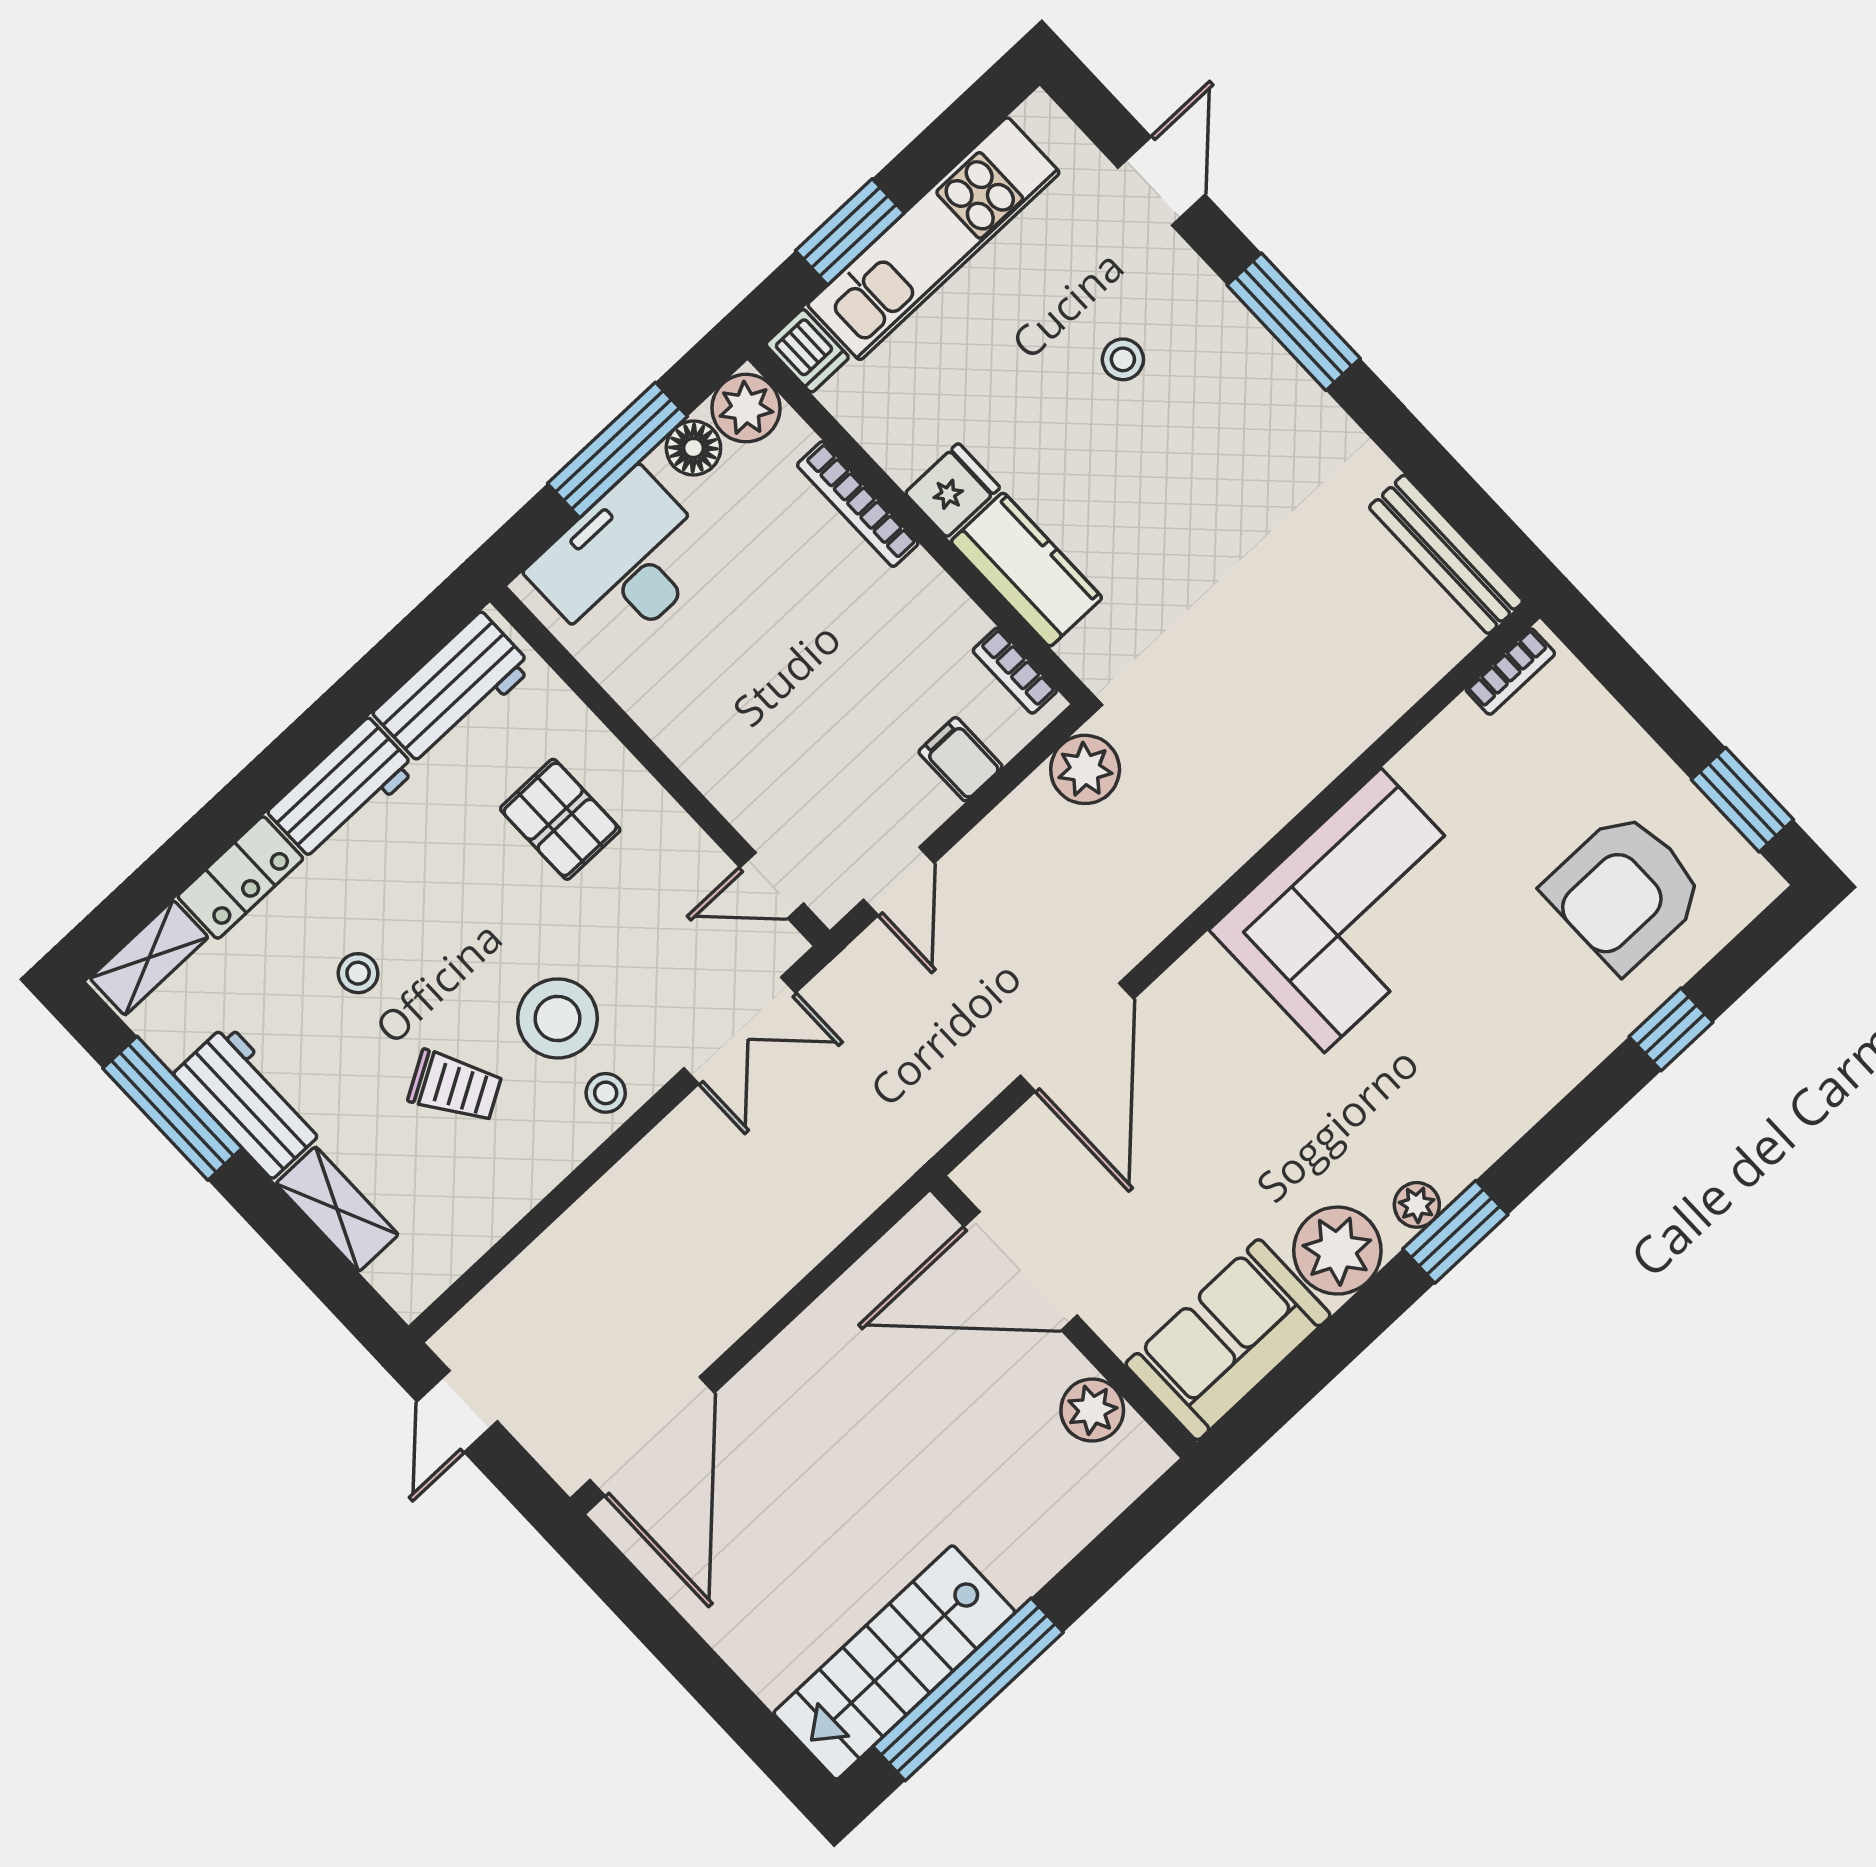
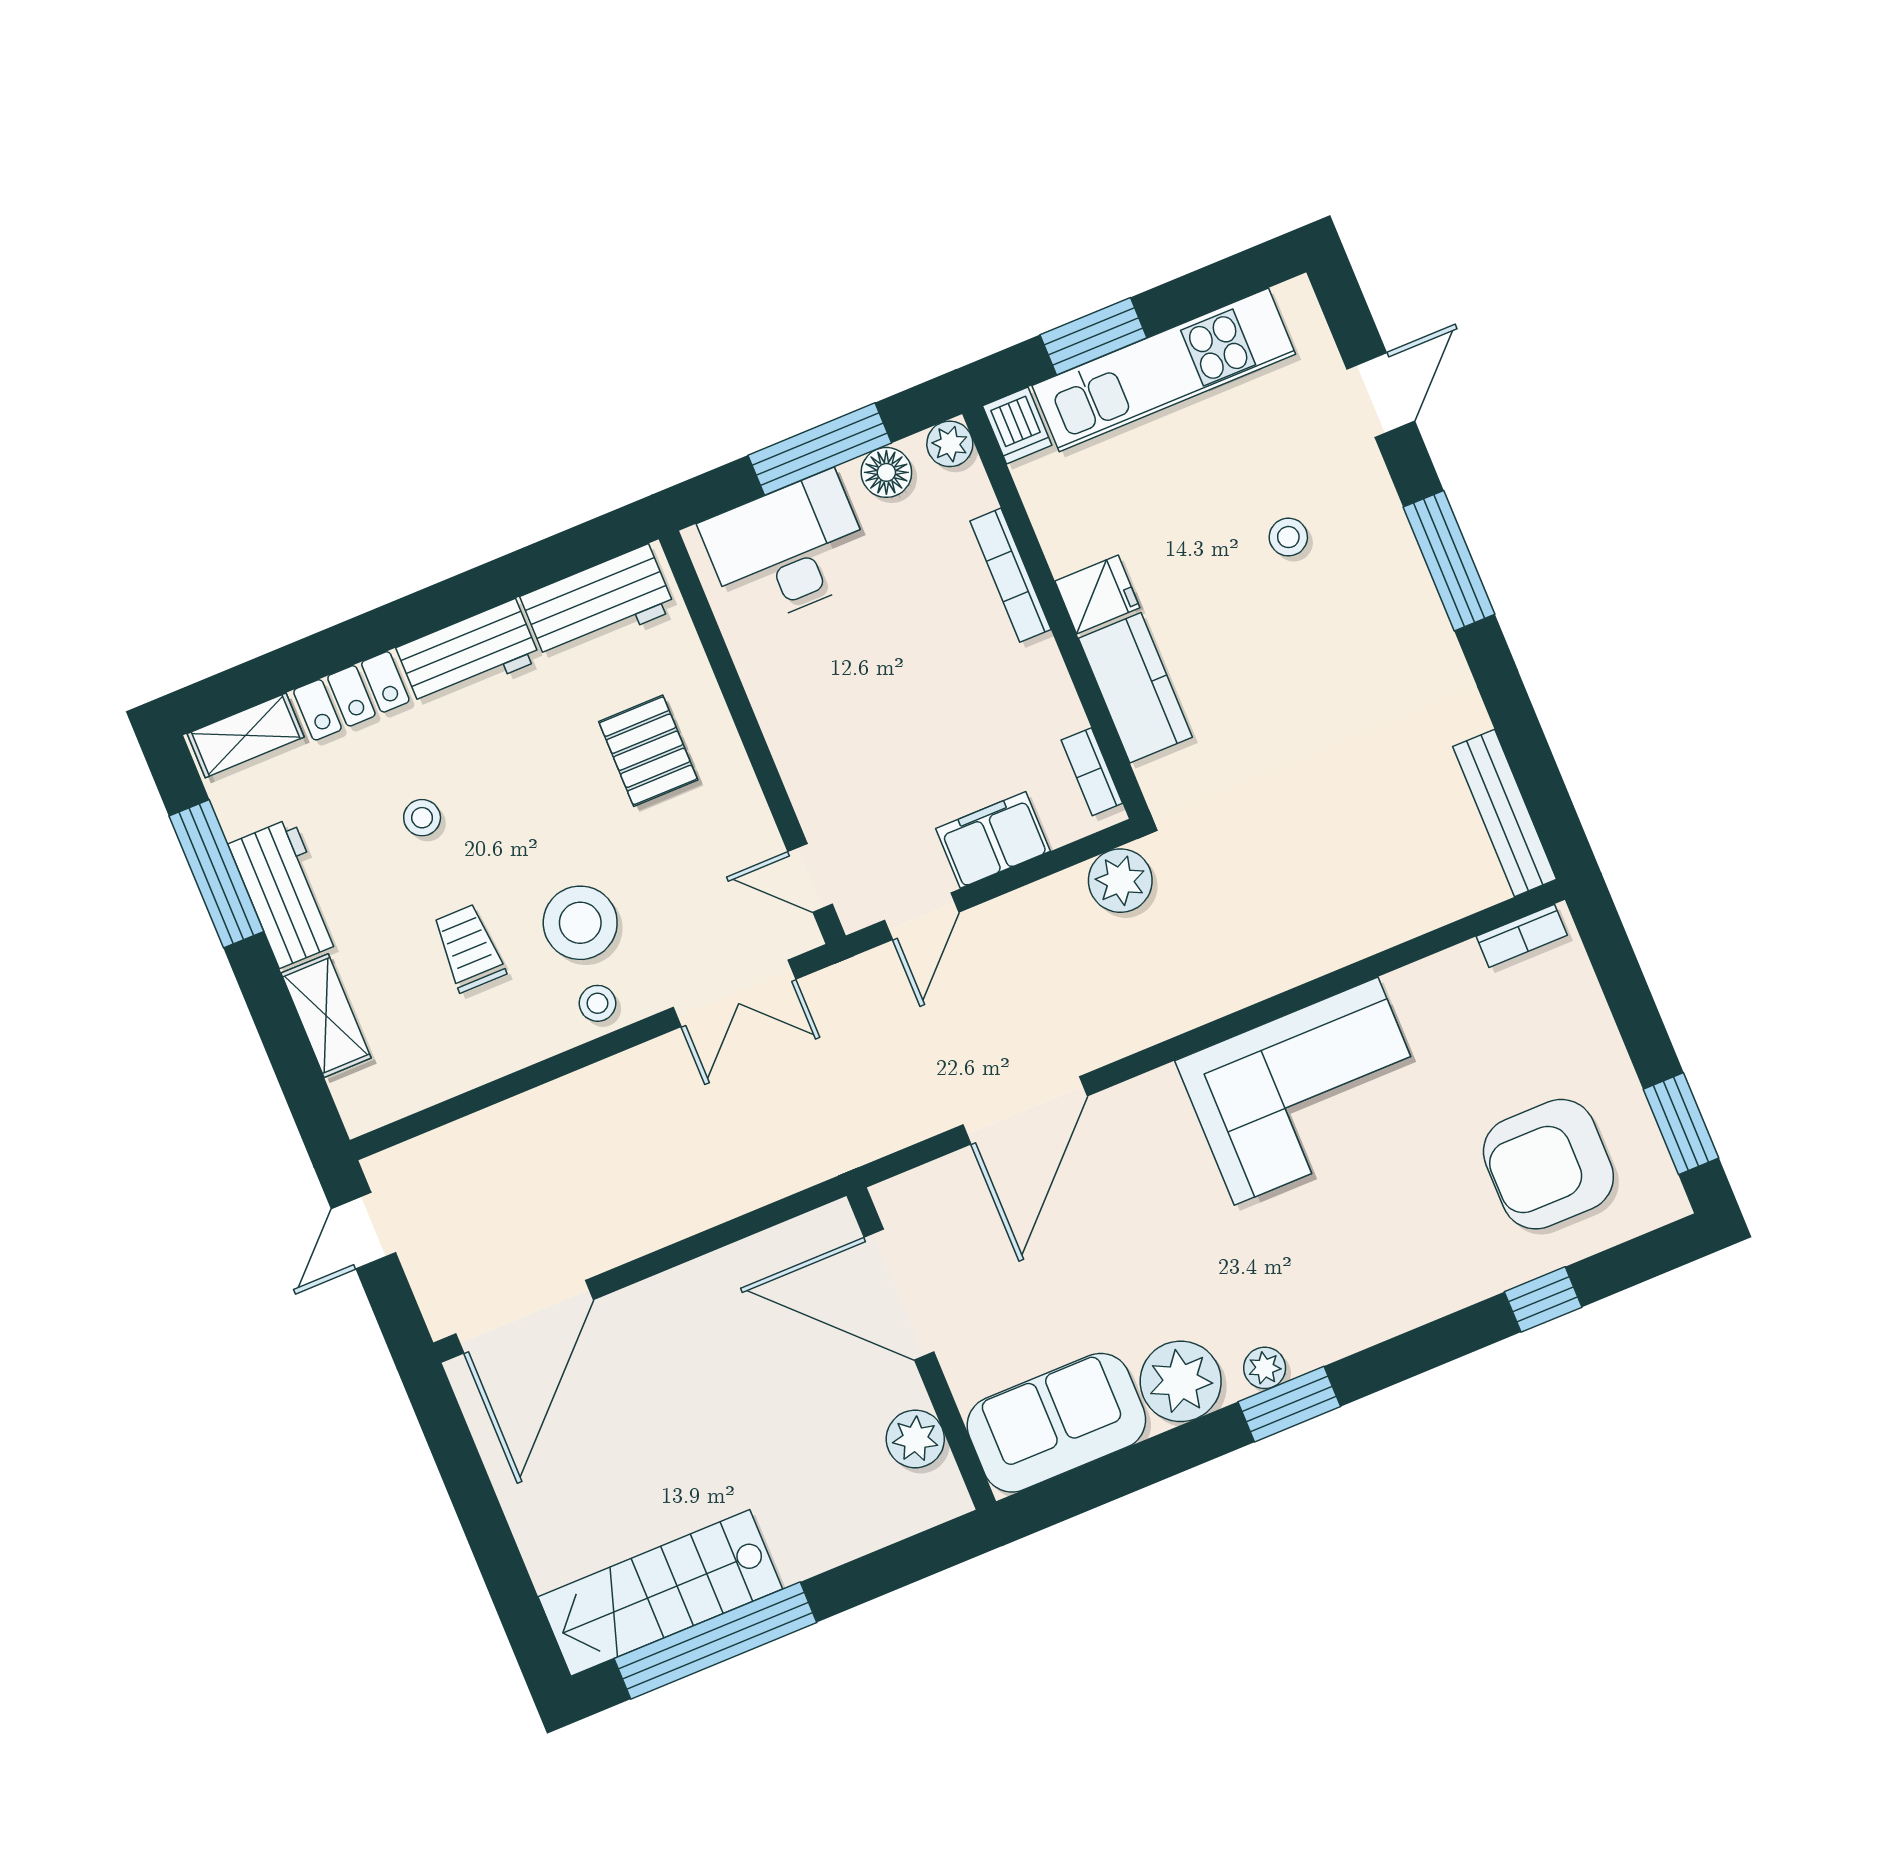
plant: (746, 408) -> (950, 444), width x0.73, depth x0.73
filing cabinet: (960, 759) -> (993, 840), width x2.00
trolley: (455, 1087) -> (469, 948), turned -150

